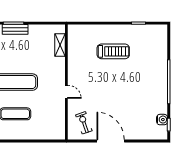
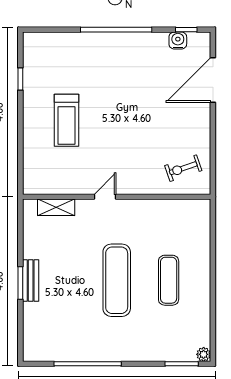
treadmill: (113, 51) -> (66, 120), turned 180
door: (66, 92) -> (105, 197), moved
door: (111, 141) -> (213, 80), moved

